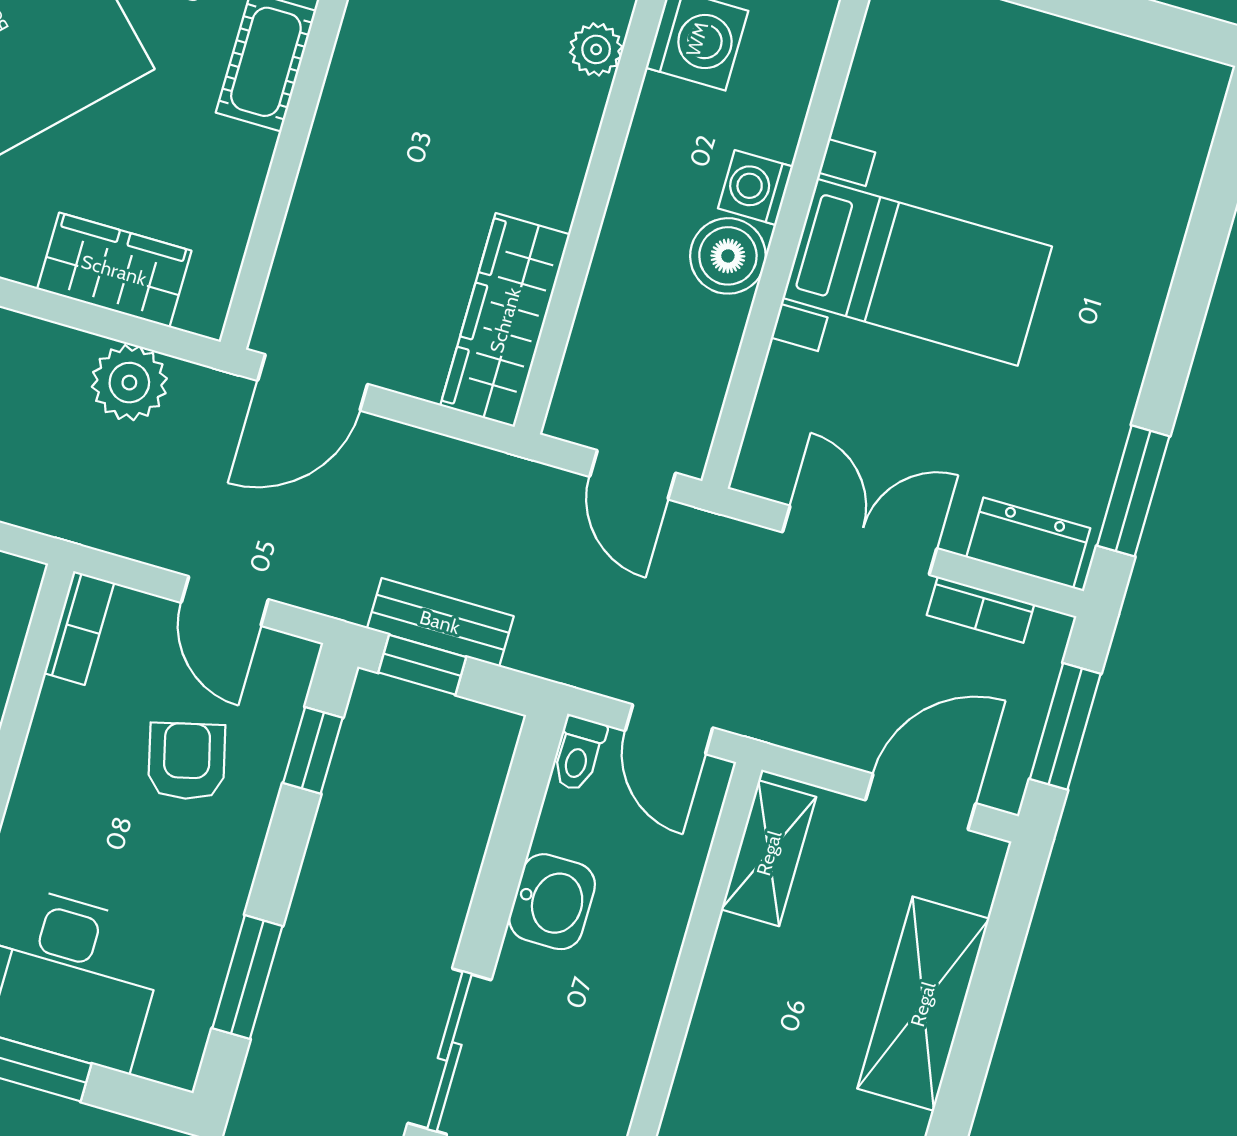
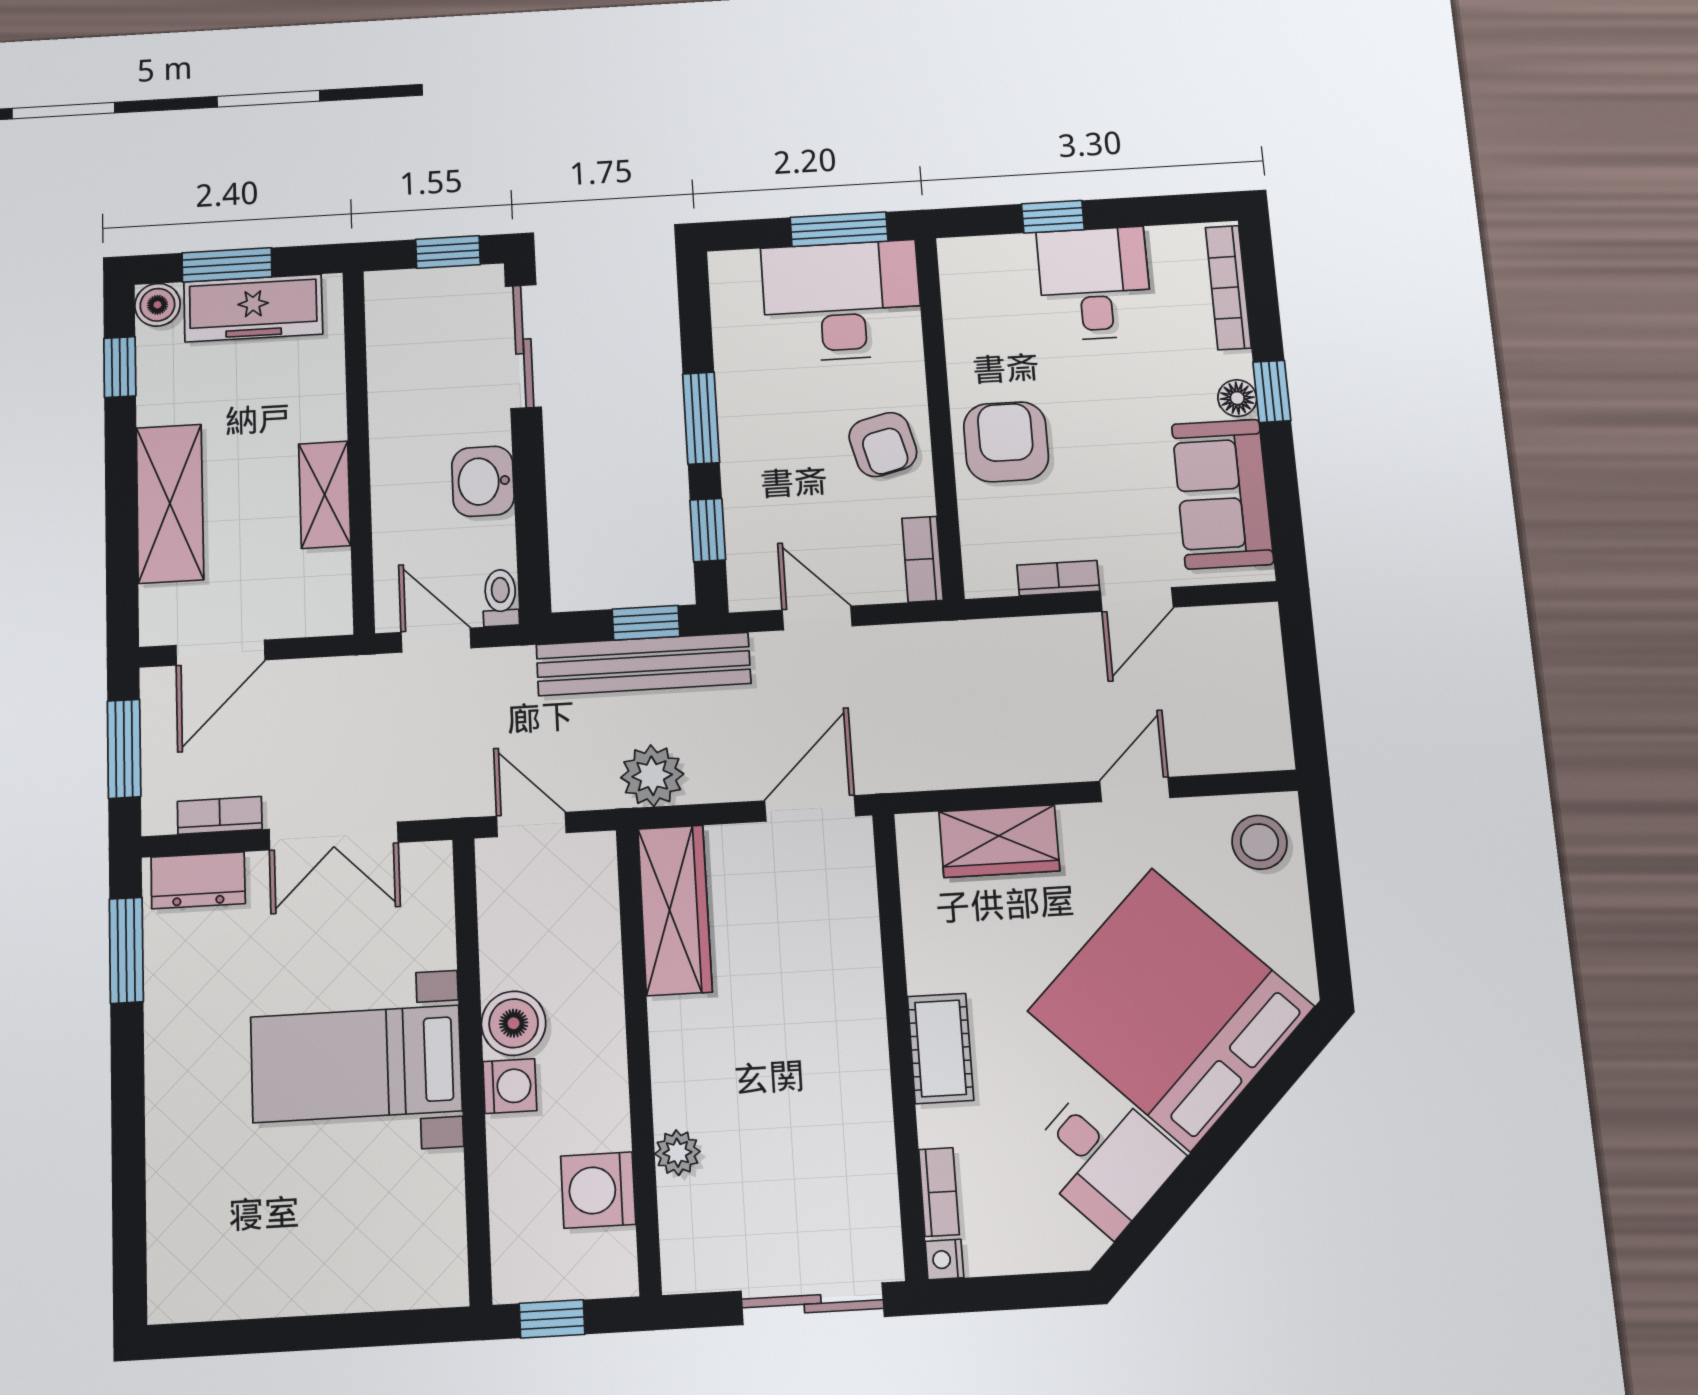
plant: (129, 383) -> (652, 776), moved
bench: (440, 622) -> (643, 664), width x1.86, depth x1.21
armchair: (187, 761) -> (883, 445), moved
shelving: (769, 853) -> (325, 495), moved
window: (247, 977) -> (701, 418), moved

